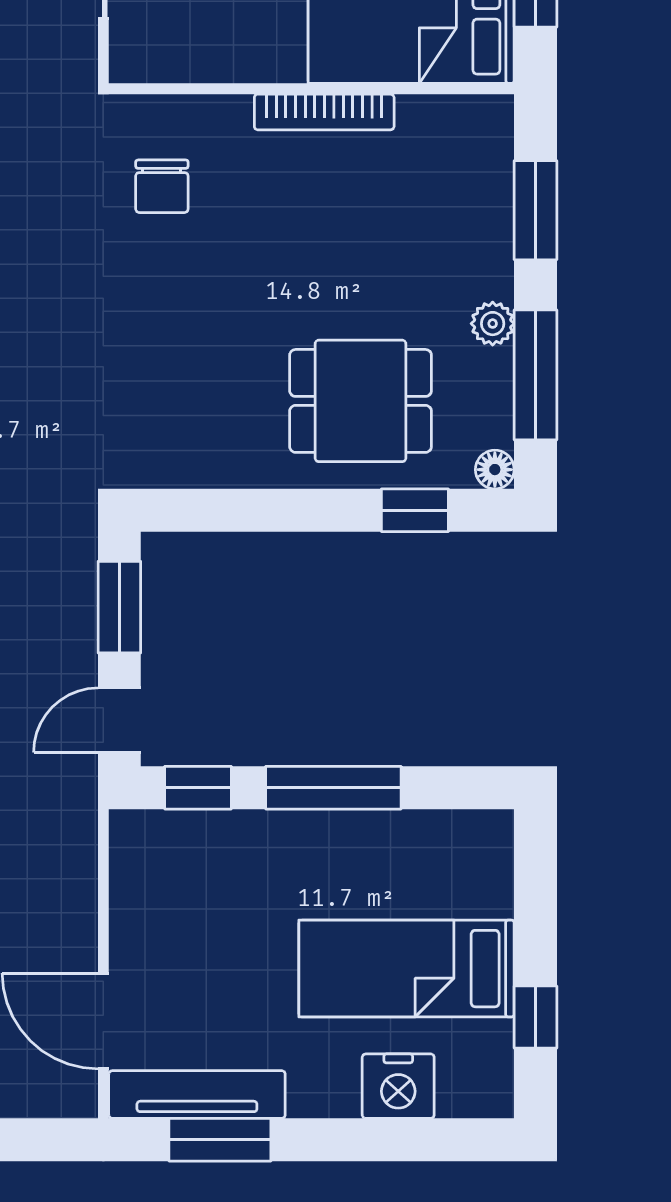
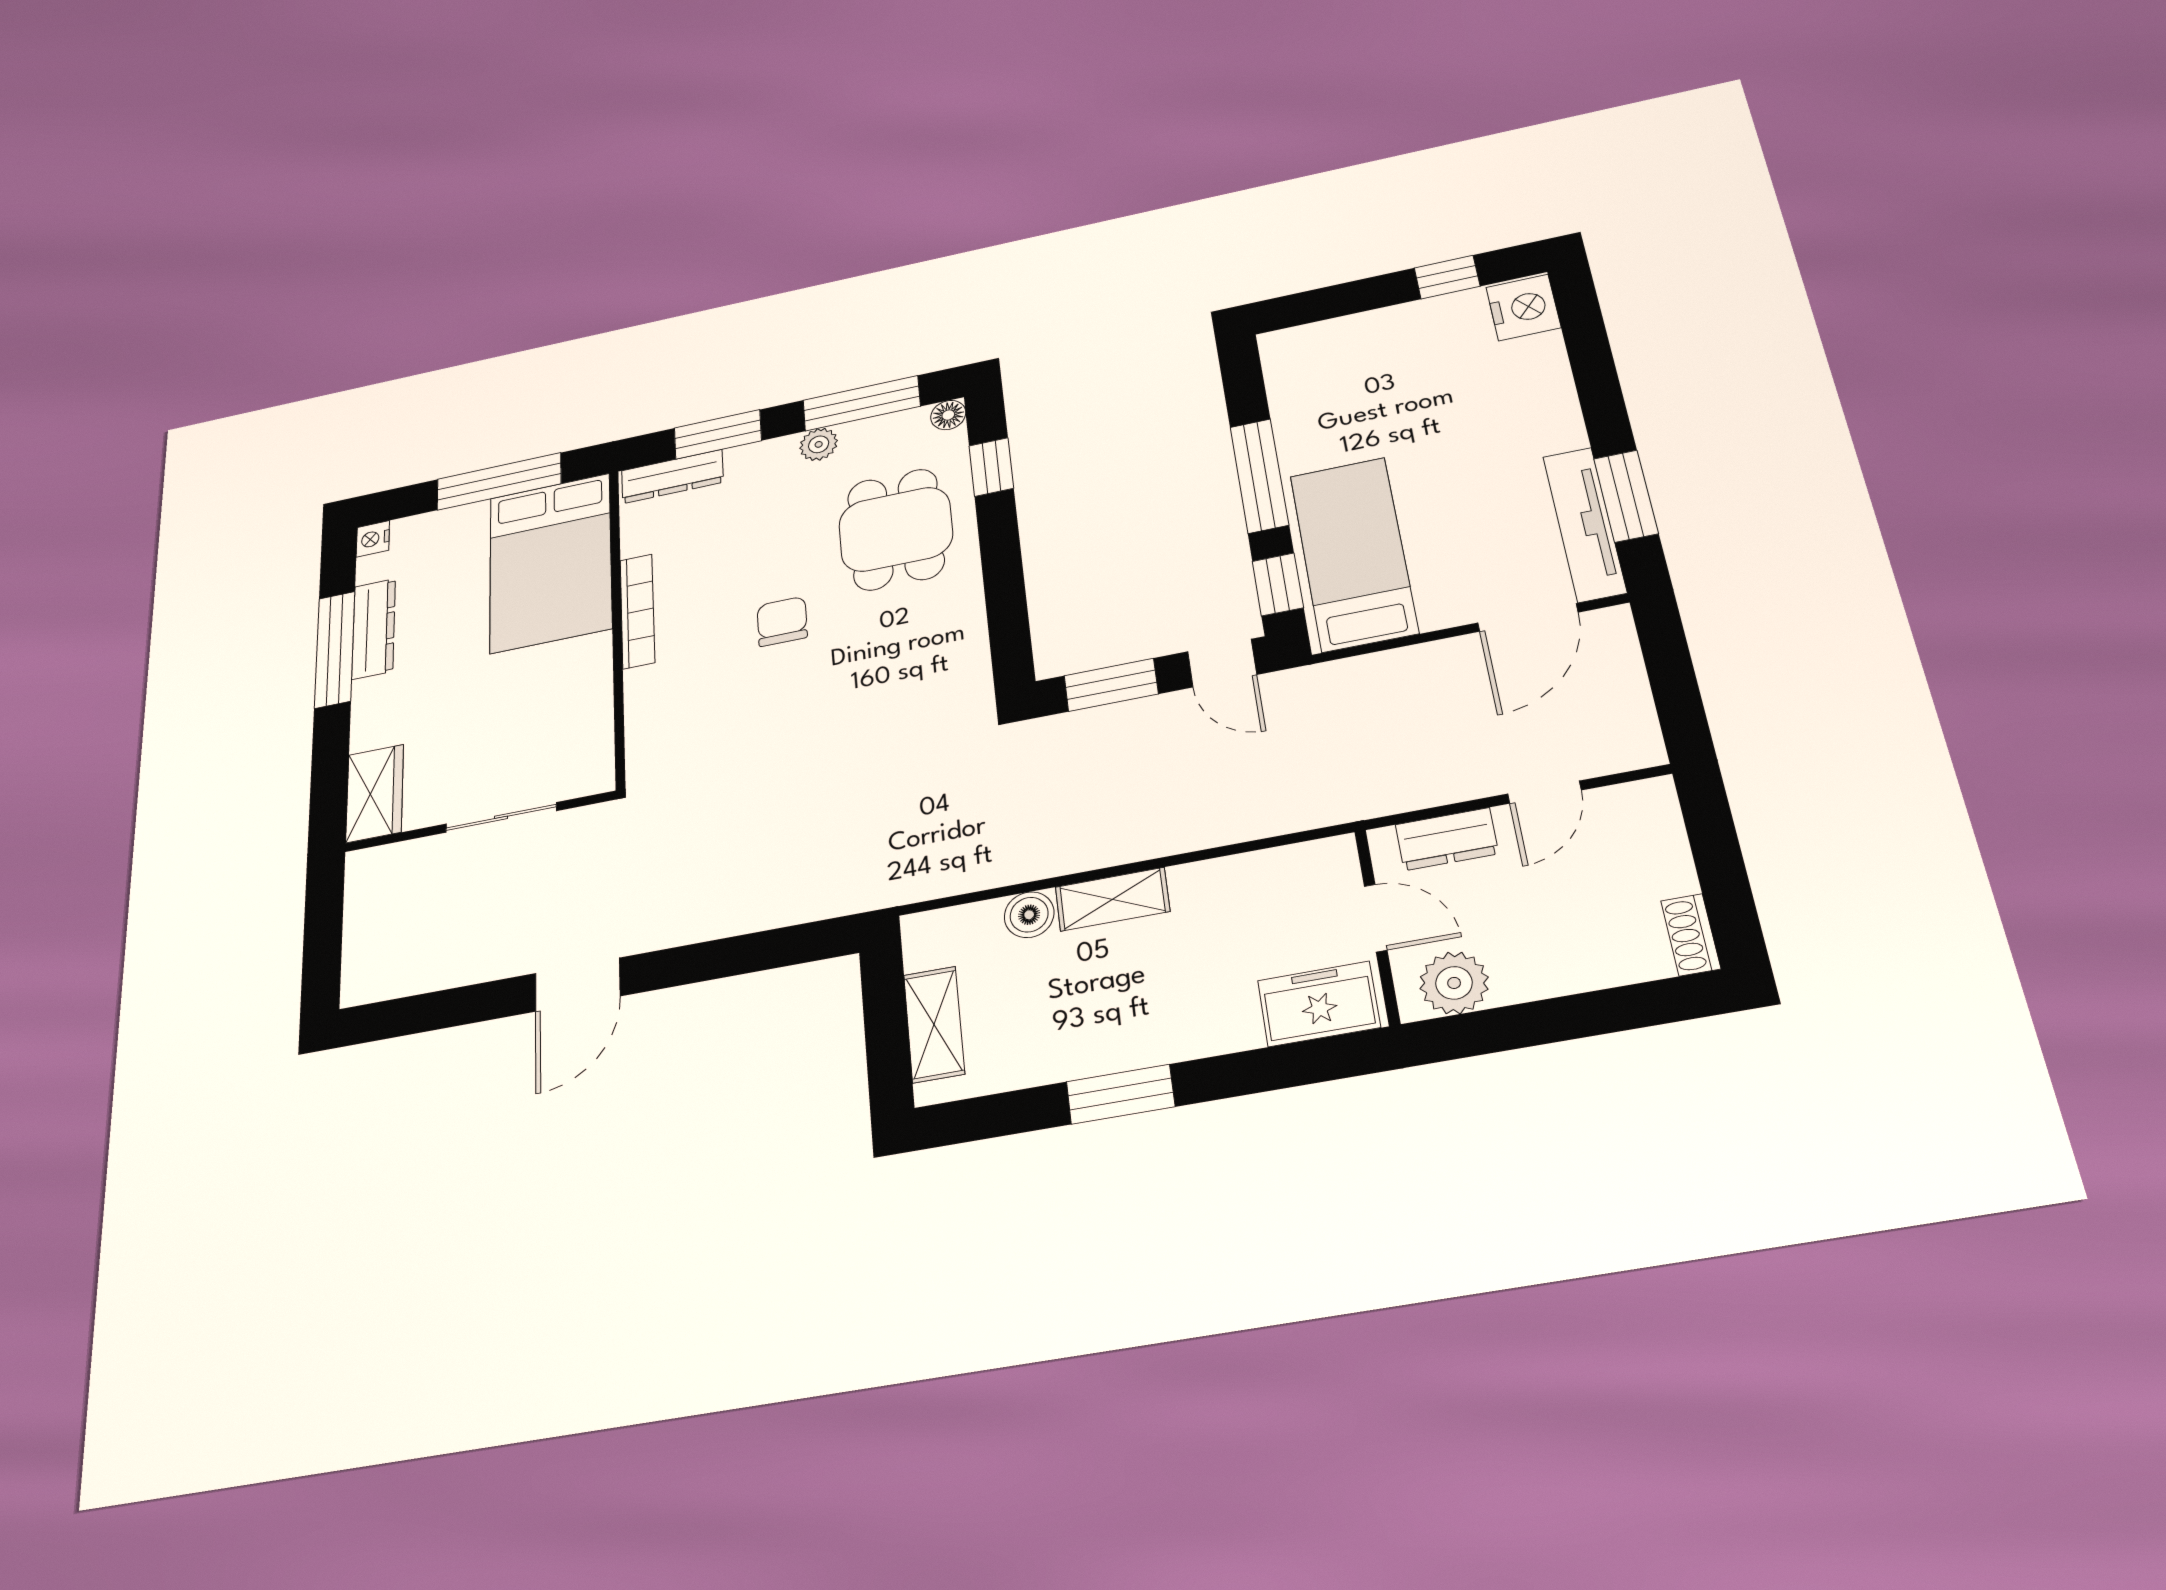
dresser: (492, 156) -> (672, 476), added
chair: (162, 186) -> (782, 621), moved, turned -90
bed: (407, 969) -> (1354, 554), moved, turned 180
nightstand: (398, 1086) -> (1523, 308), moved

